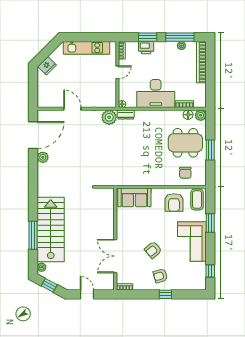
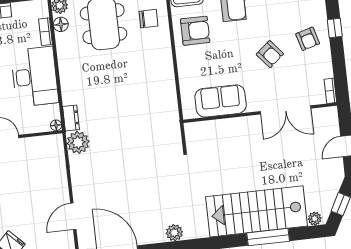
door: (72, 109) -> (73, 216), moved
plant: (43, 157) -> (174, 233), moved
sofa: (134, 197) -> (221, 101), moved, turned -90

